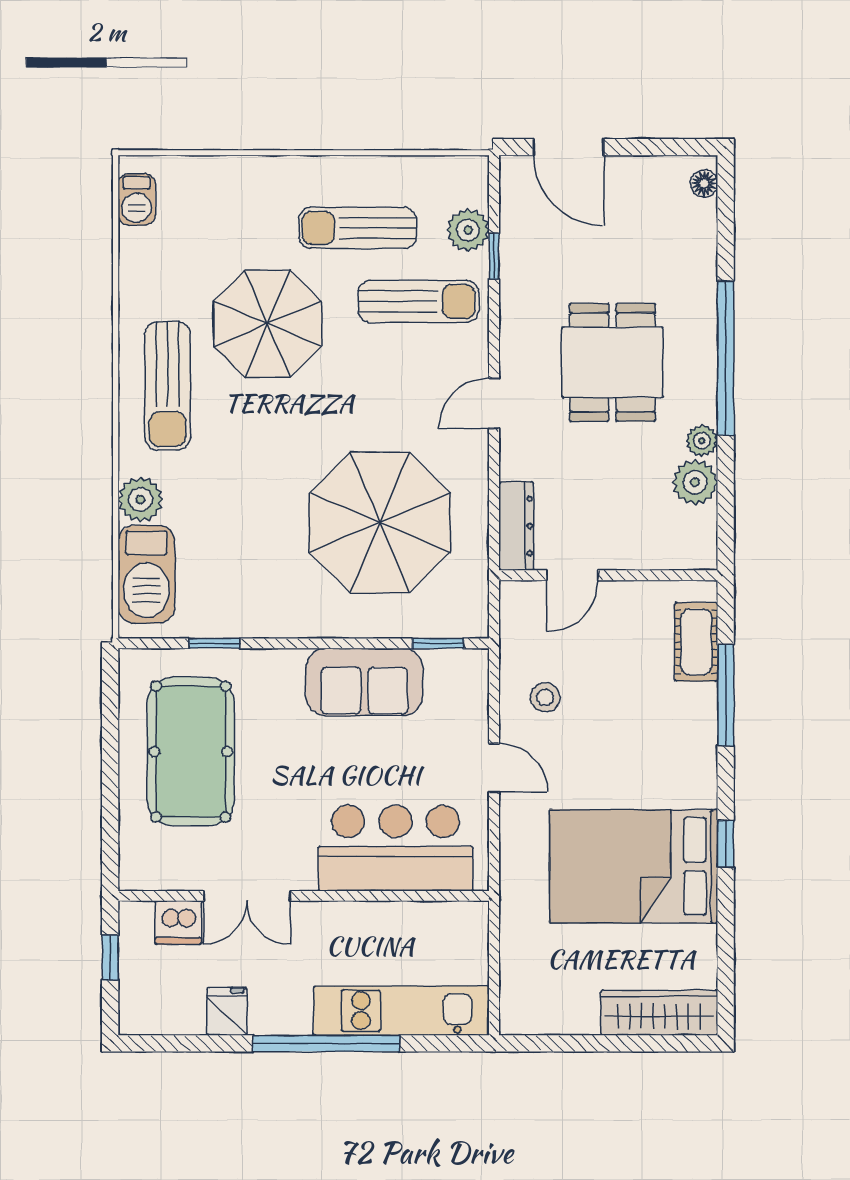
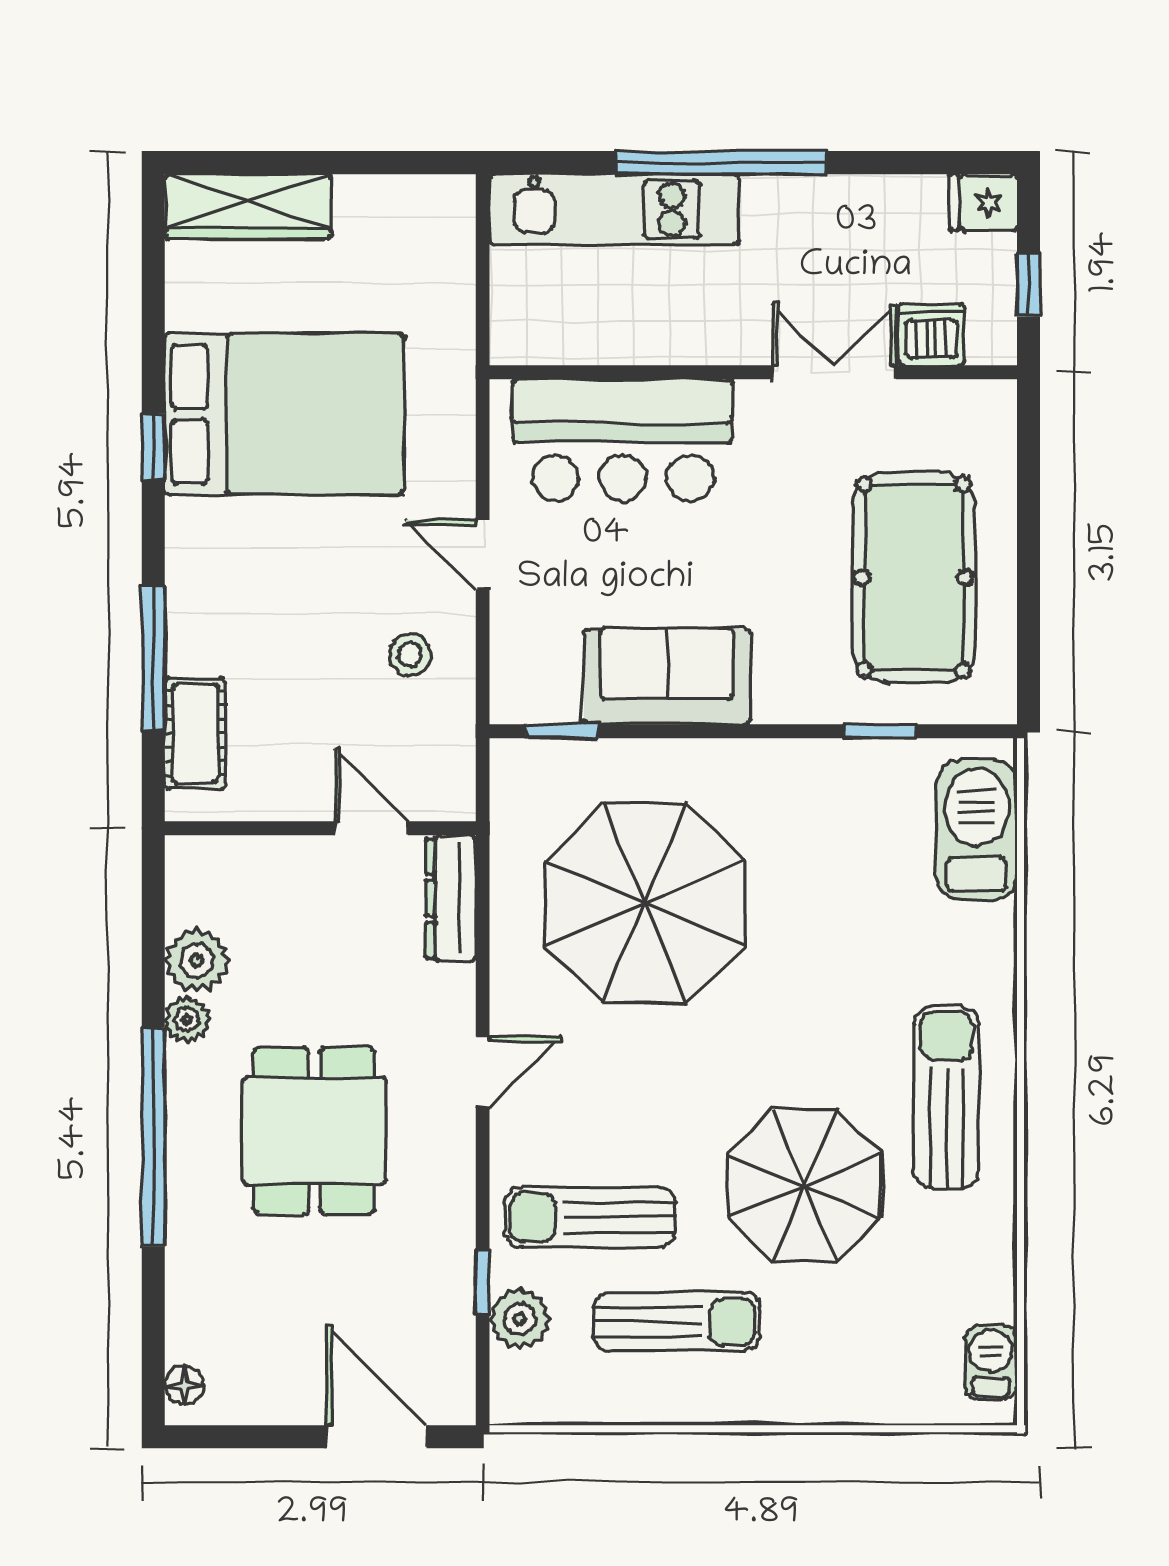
plant: (140, 500) -> (985, 936), removed
door: (572, 575) -> (371, 828), hinge flipped
fridge: (227, 1011) -> (983, 202), moved, turned 90

